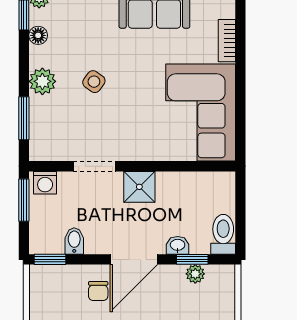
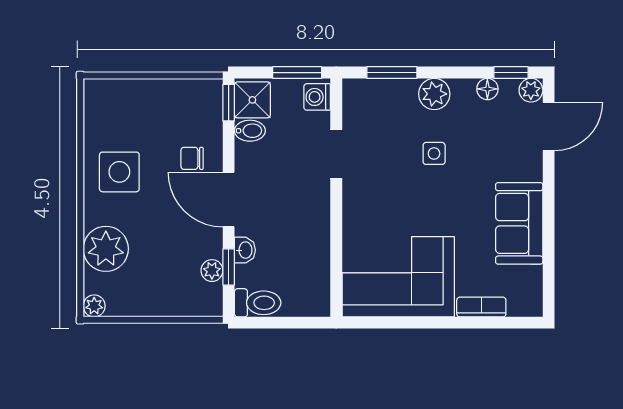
side table: (94, 82) -> (434, 153), turned -36
shower: (139, 187) -> (252, 100), moved

